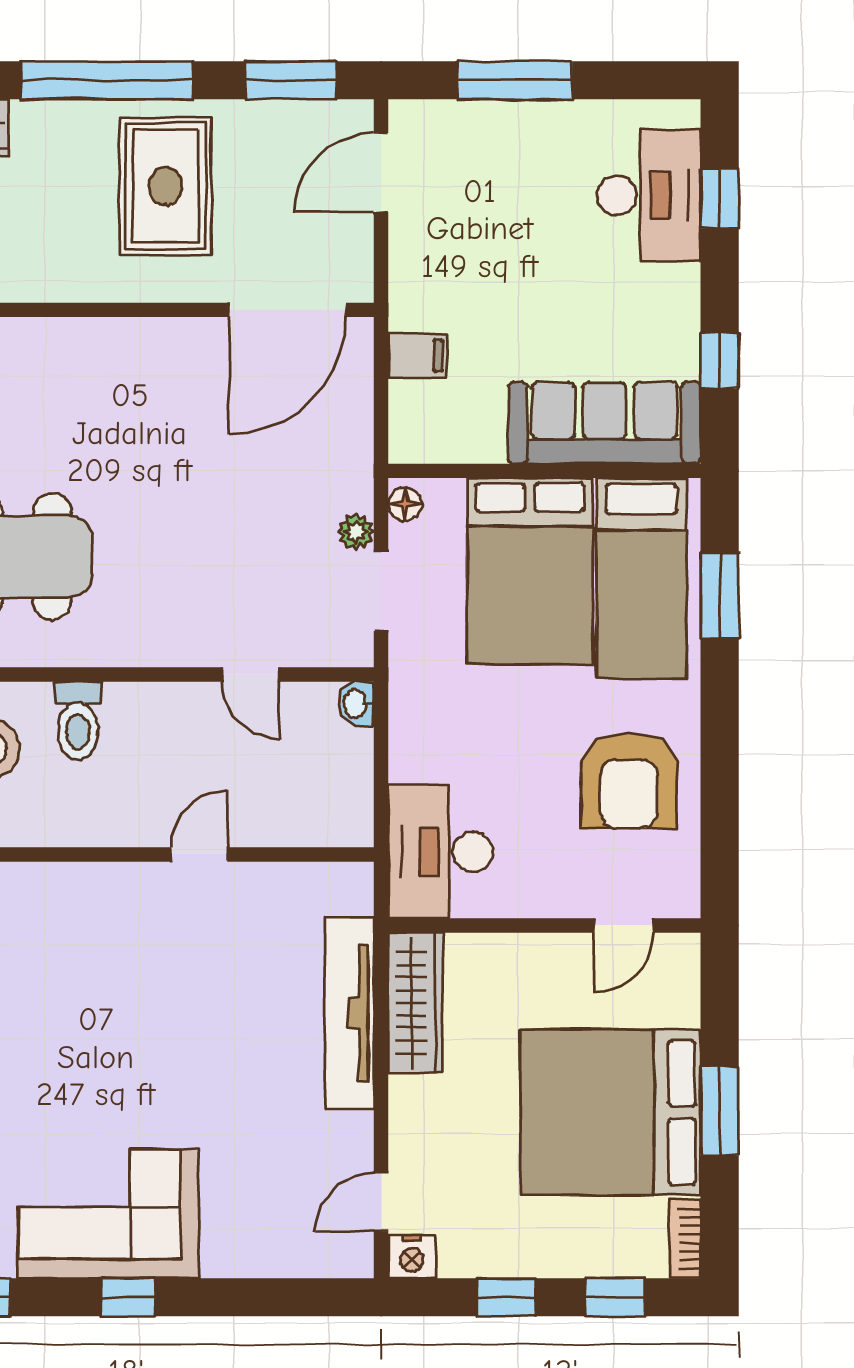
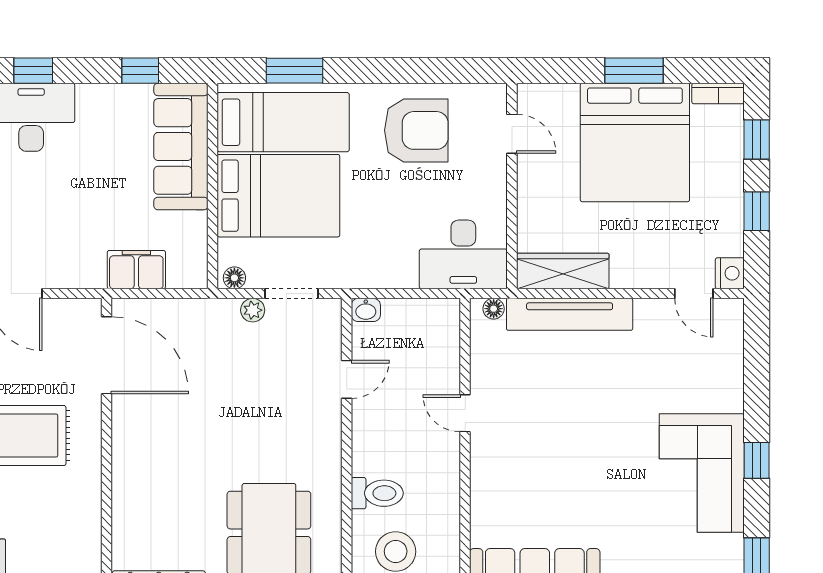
filing cabinet: (417, 355) -> (136, 270), width x2.00
floor lamp: (358, 898) -> (494, 309), added

